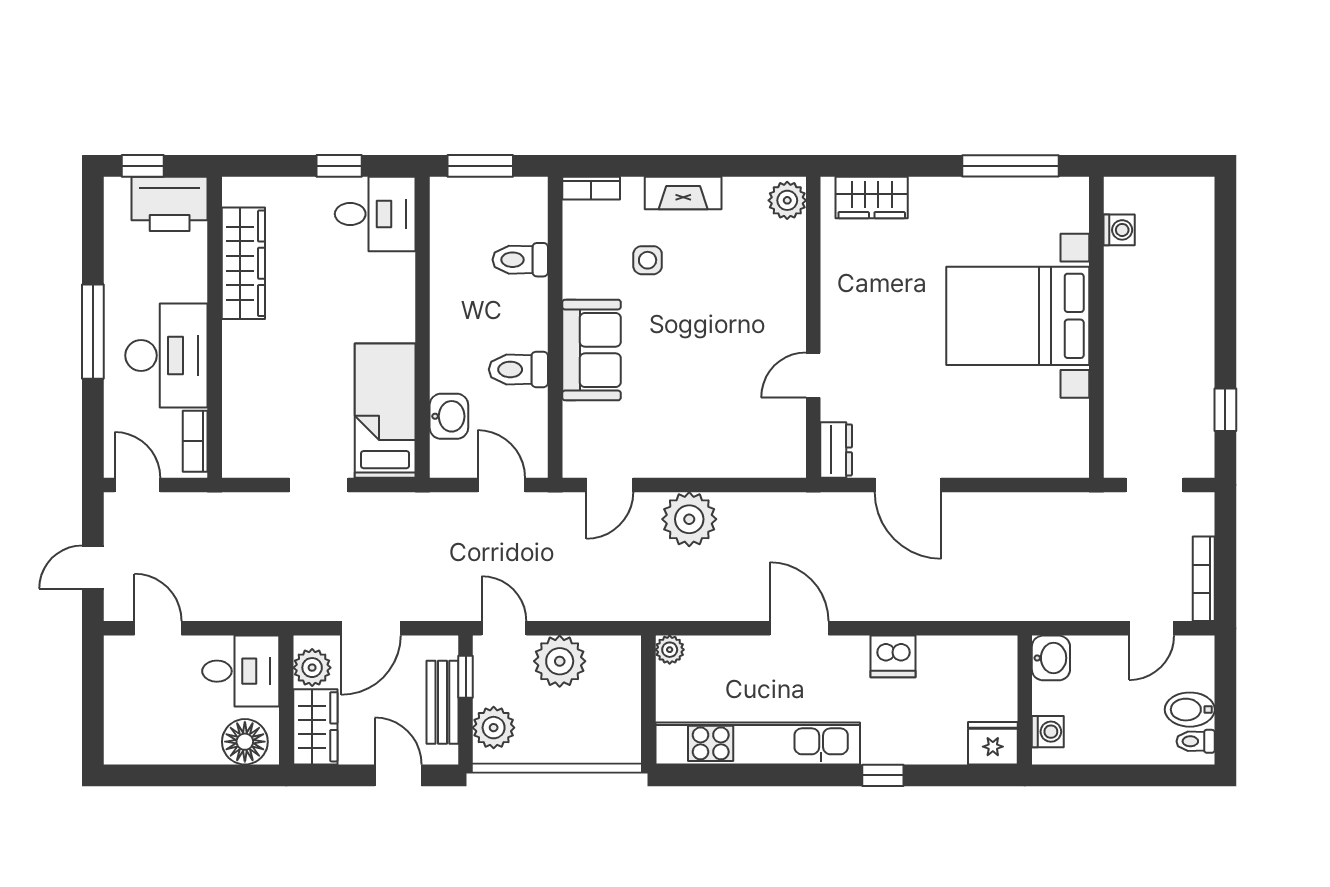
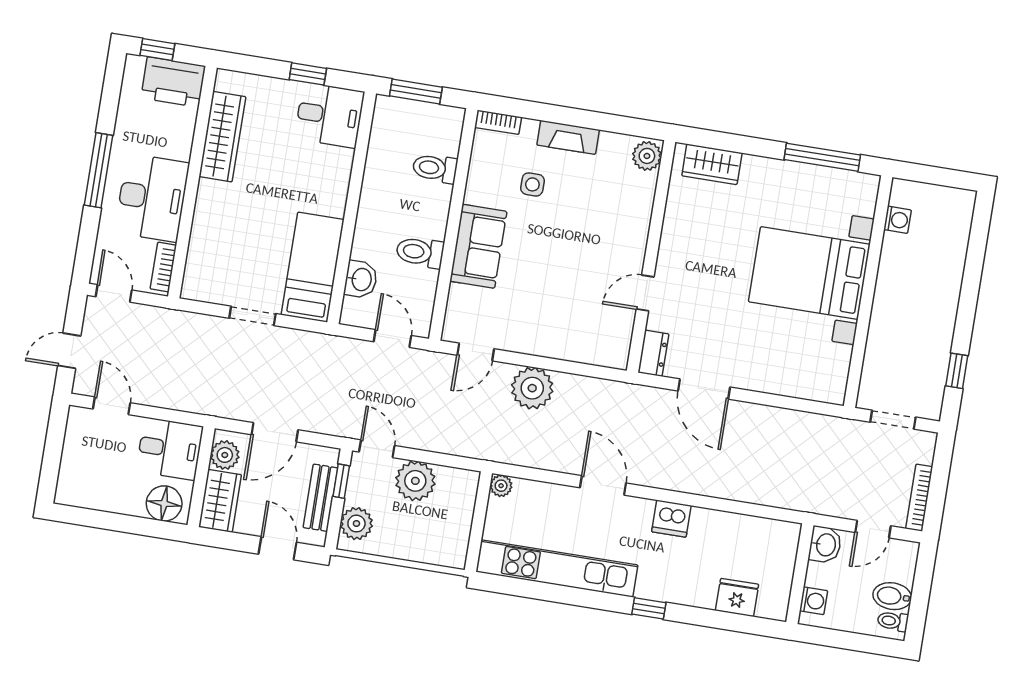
washbasin: (1051, 658) -> (825, 545), moved
wall: (1025, 700) -> (800, 574), moved
washing machine: (1048, 732) -> (814, 601), moved

